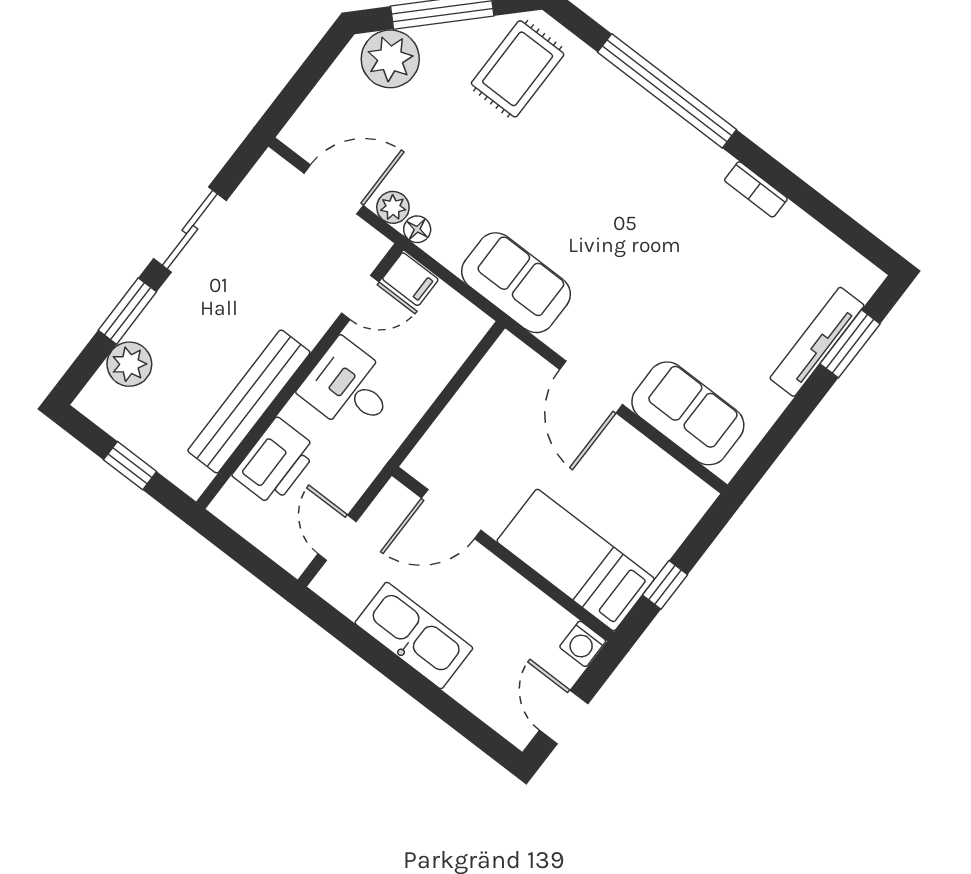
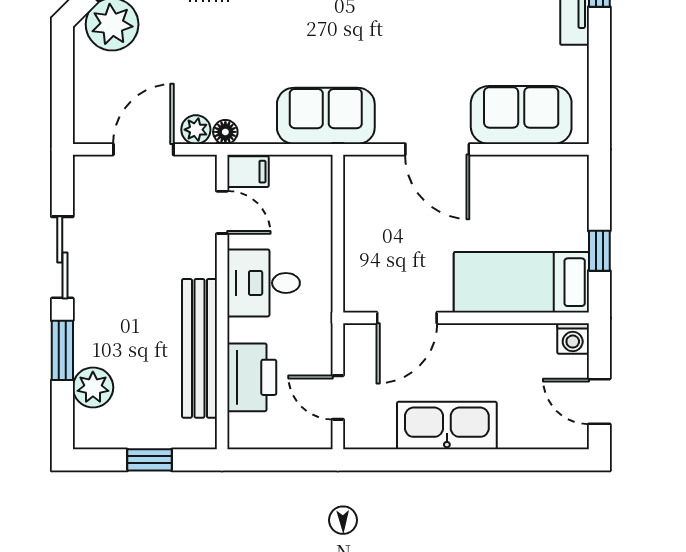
door: (360, 297) -> (222, 212), hinge flipped

